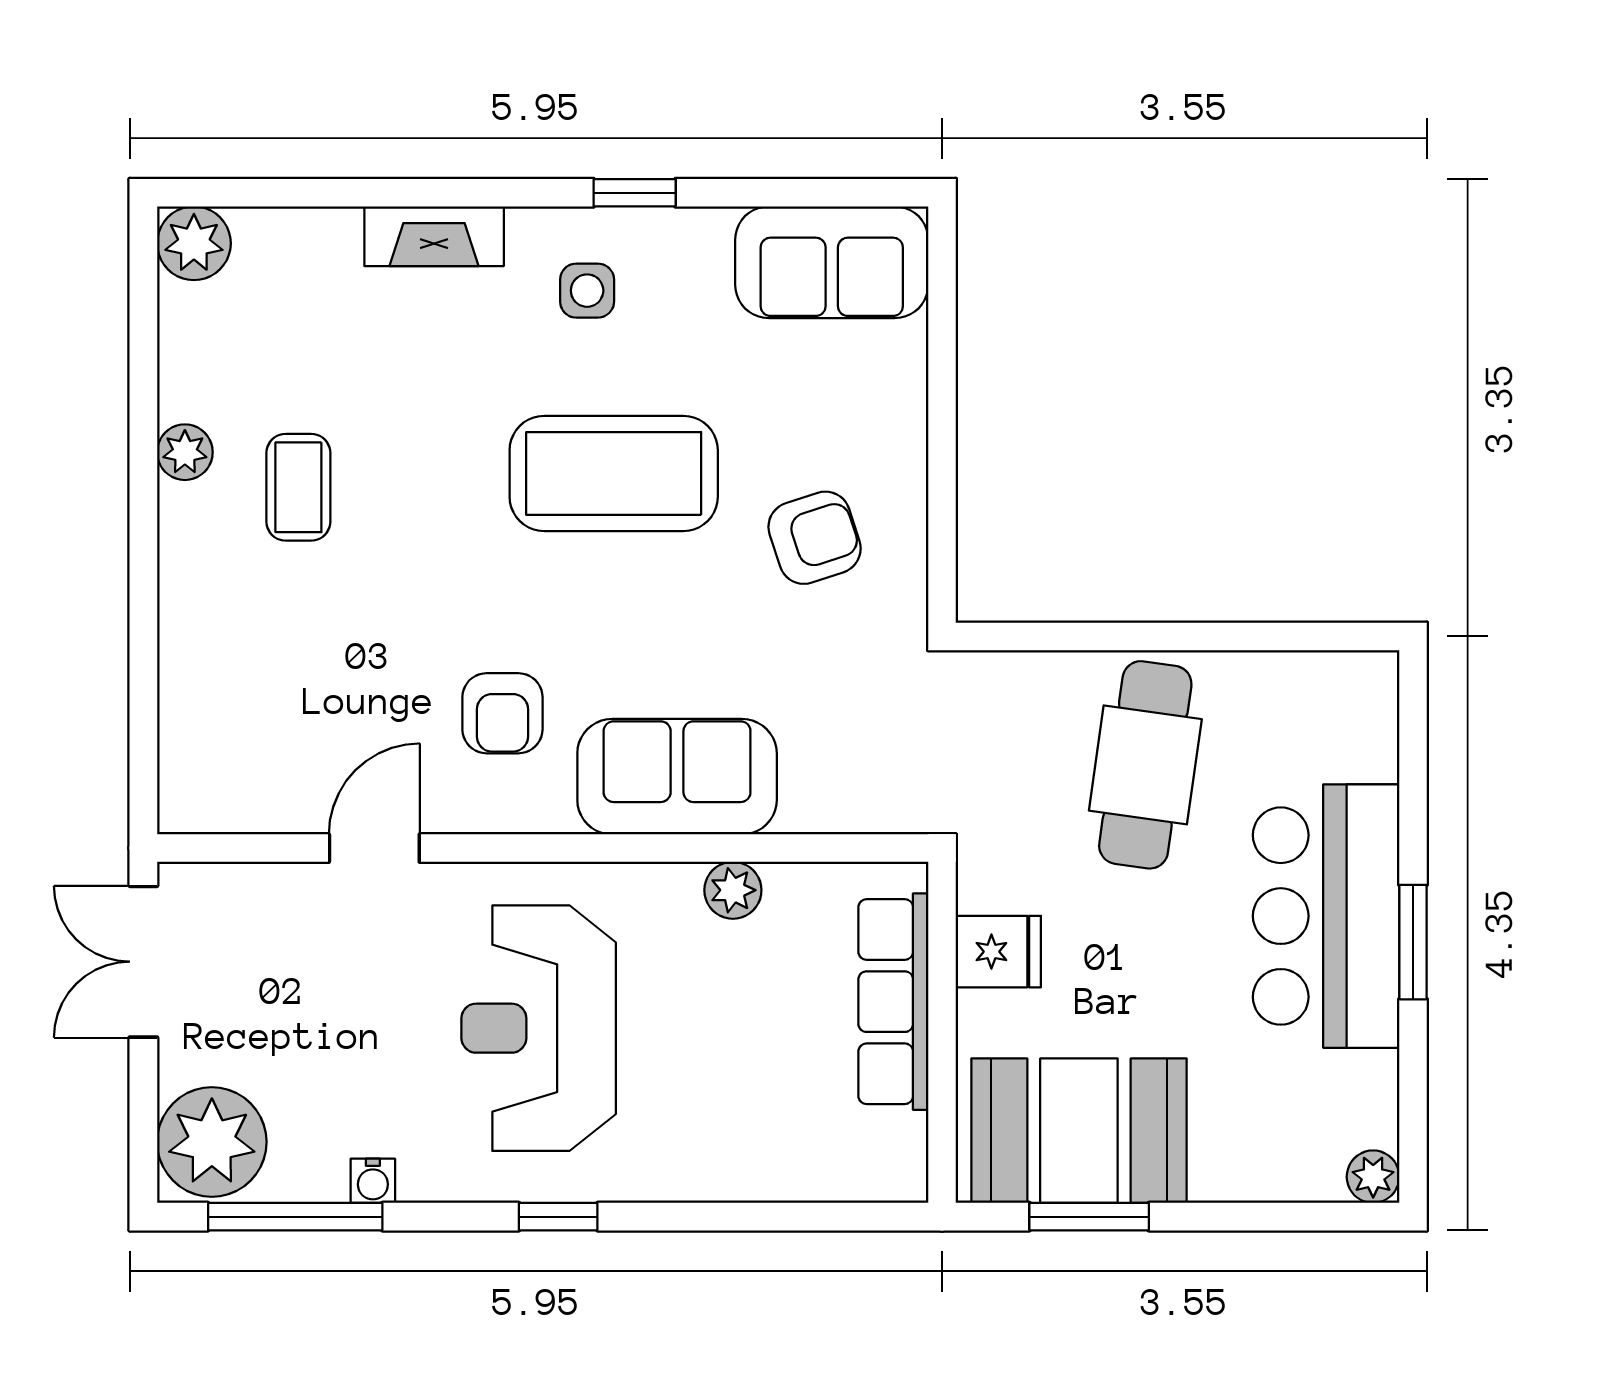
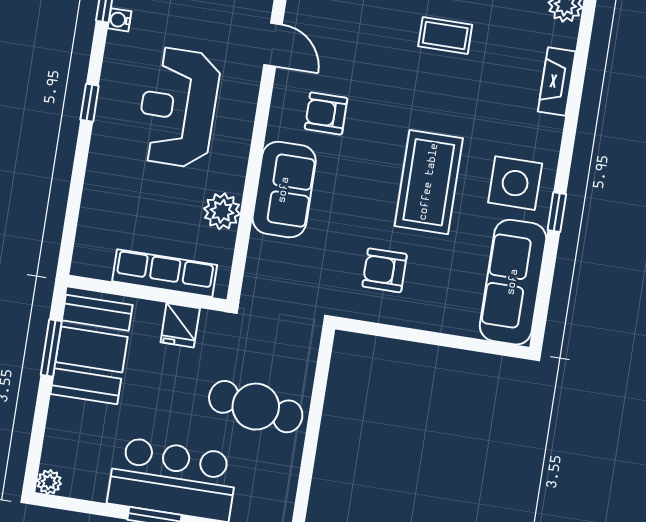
fireplace: (434, 236) -> (557, 81), moved
sofa: (832, 262) -> (513, 282), width x1.36
side table: (587, 291) -> (515, 183), width x1.87, depth x1.87
armchair: (815, 538) -> (385, 270), turned 108
plant: (733, 890) -> (222, 211), width x1.38, depth x1.38
reception desk: (539, 1028) -> (178, 107), turned -90

